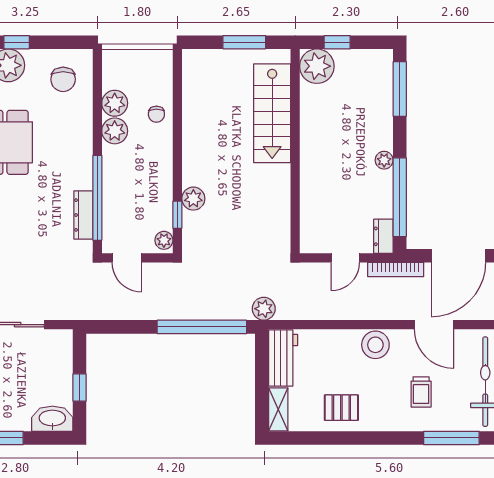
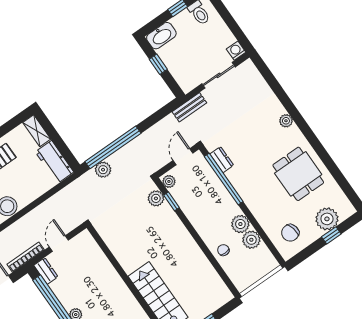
chair: (63, 79) -> (290, 233), turned -102
plant: (193, 199) -> (156, 198), moved
dresser: (83, 215) -> (222, 160), width x0.70
door: (127, 258) -> (183, 157), hinge flipped
plant: (264, 309) -> (103, 170), moved
bench: (78, 311) -> (189, 107), added

